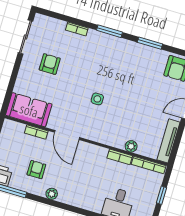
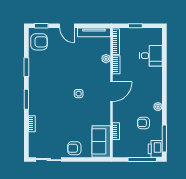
armchair: (50, 64) -> (74, 148), moved
door: (67, 135) -> (112, 92), moved

